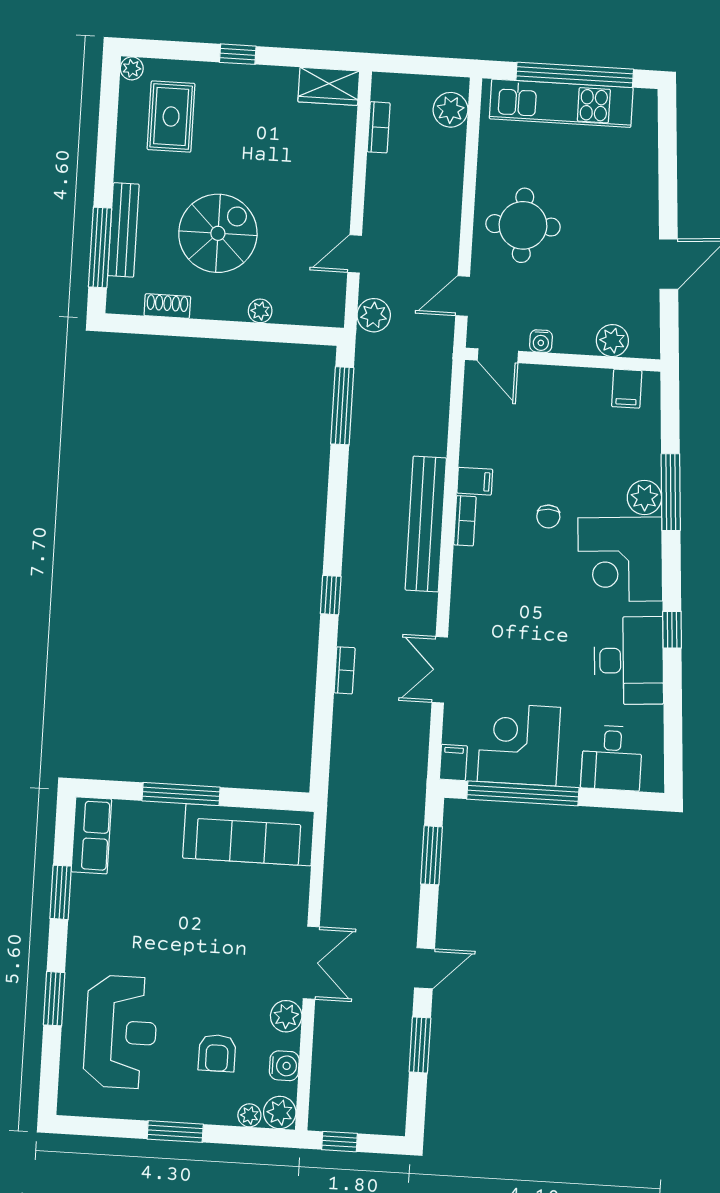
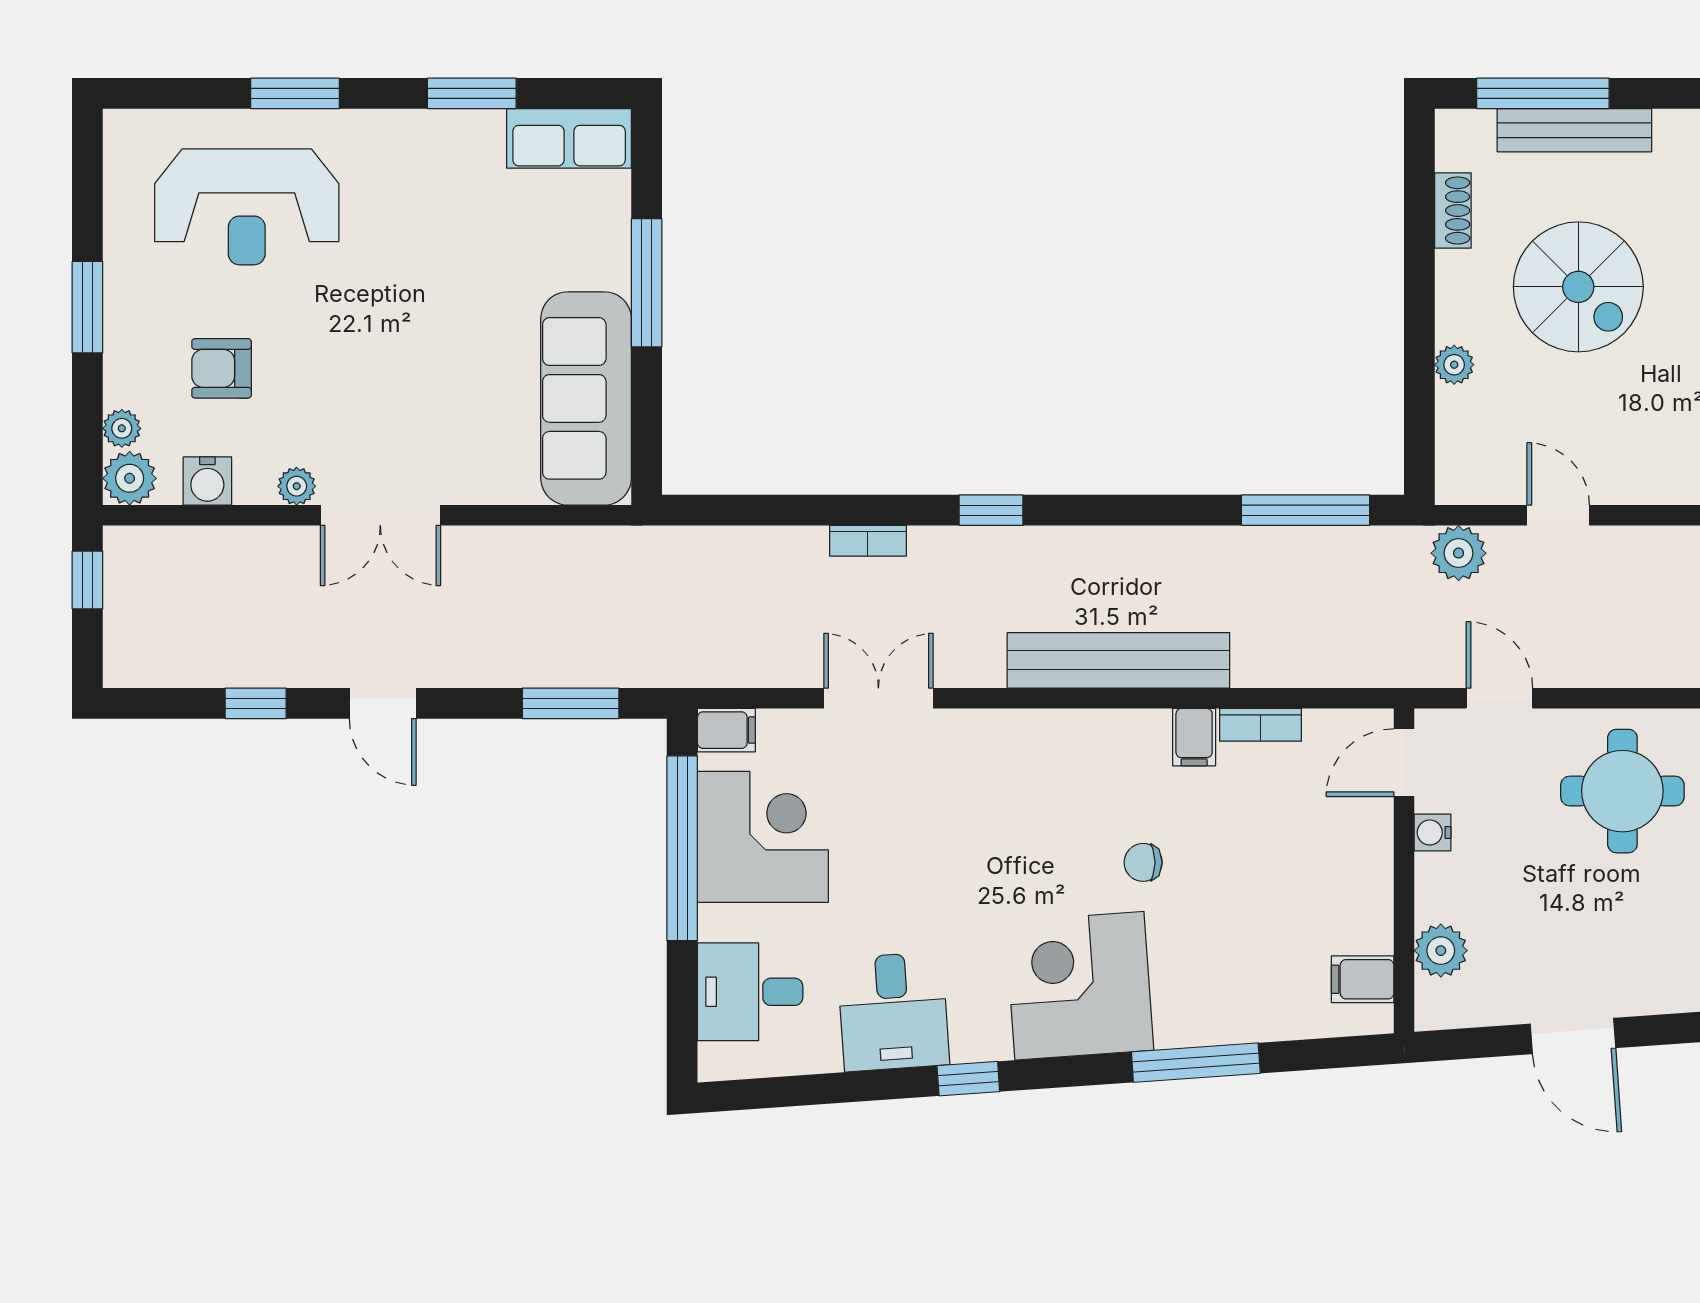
plant: (644, 498) -> (1184, 1020), removed
bookcase: (465, 521) -> (1261, 725), moved
desk: (629, 661) -> (893, 1012), width x0.73
plant: (286, 1016) -> (297, 486), width x0.73, depth x0.73
window: (420, 1045) -> (256, 703), width x0.67

